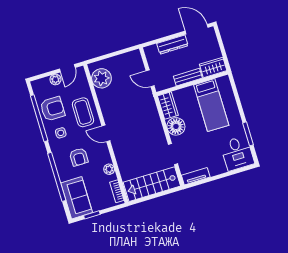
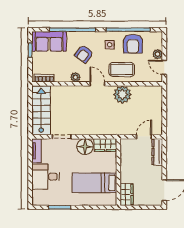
dresser: (172, 45) -> (157, 152), moved
bench: (188, 77) -> (125, 170), removed
plant: (101, 78) -> (122, 94), moved
door: (150, 78) -> (144, 137), moved
door: (106, 133) -> (97, 84), hinge flipped
desk: (237, 153) -> (46, 177), moved
armchair: (79, 157) -> (84, 54), turned -53
plant: (109, 169) -> (75, 77), moved

